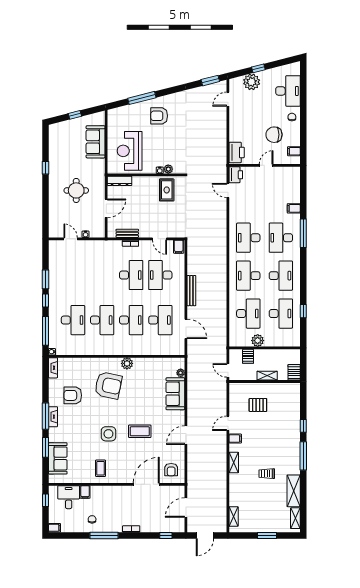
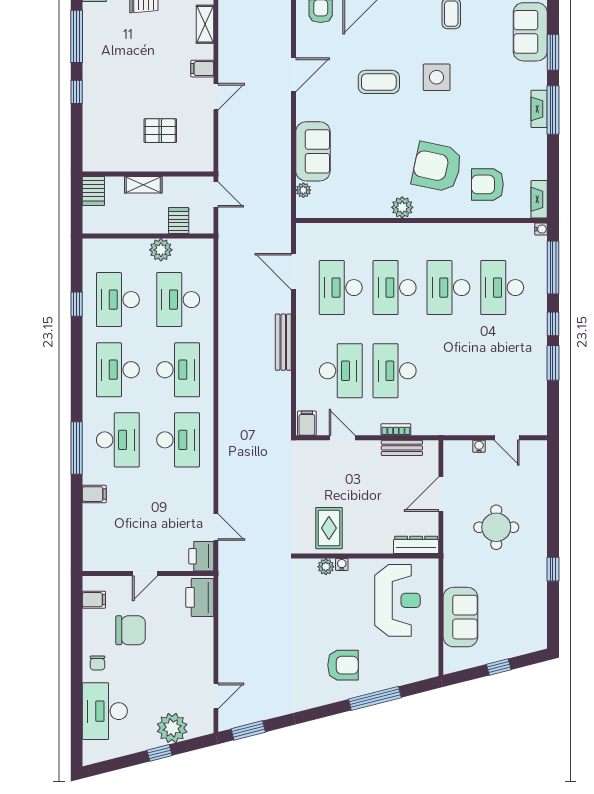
armchair: (73, 395) -> (487, 184), moved, turned 180

